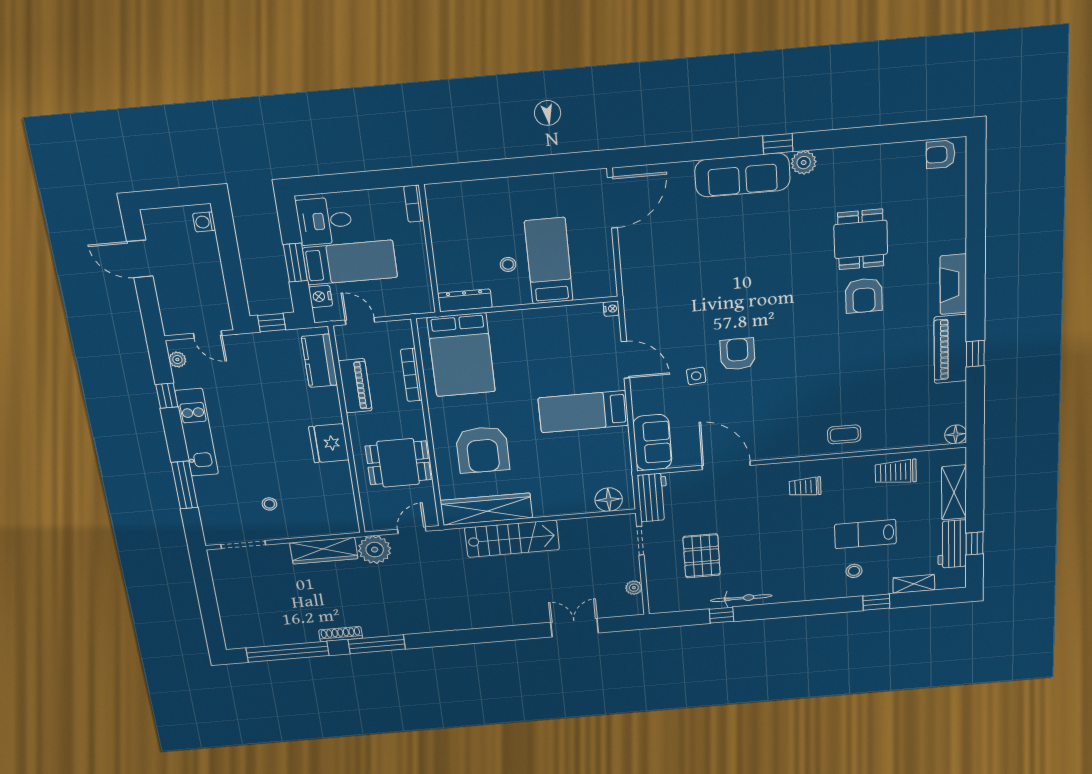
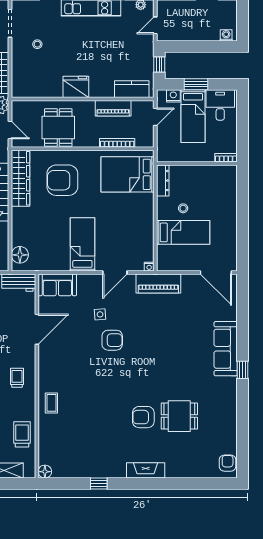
plant: (804, 163) -> (230, 384), removed
piano: (950, 349) -> (158, 284), moved, turned 180

